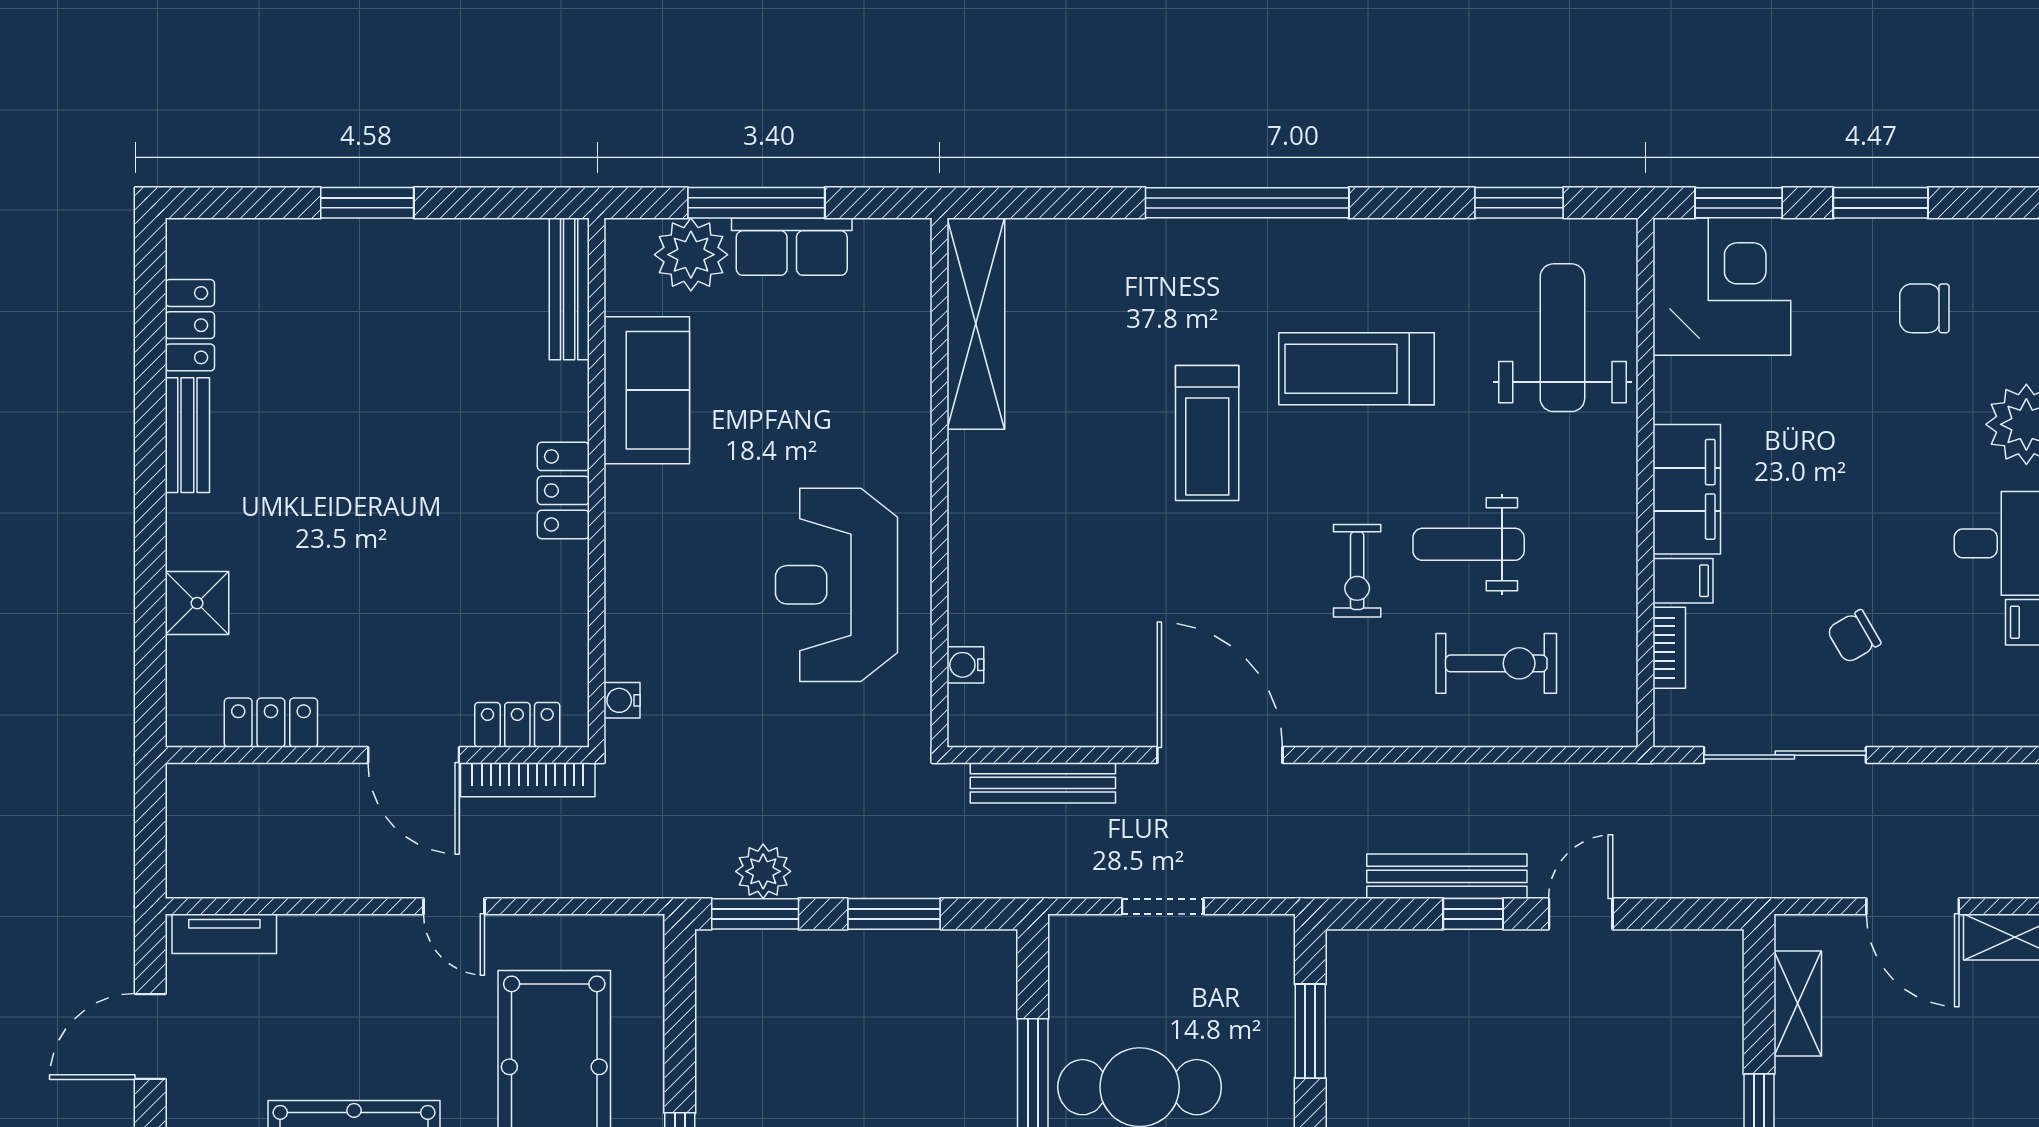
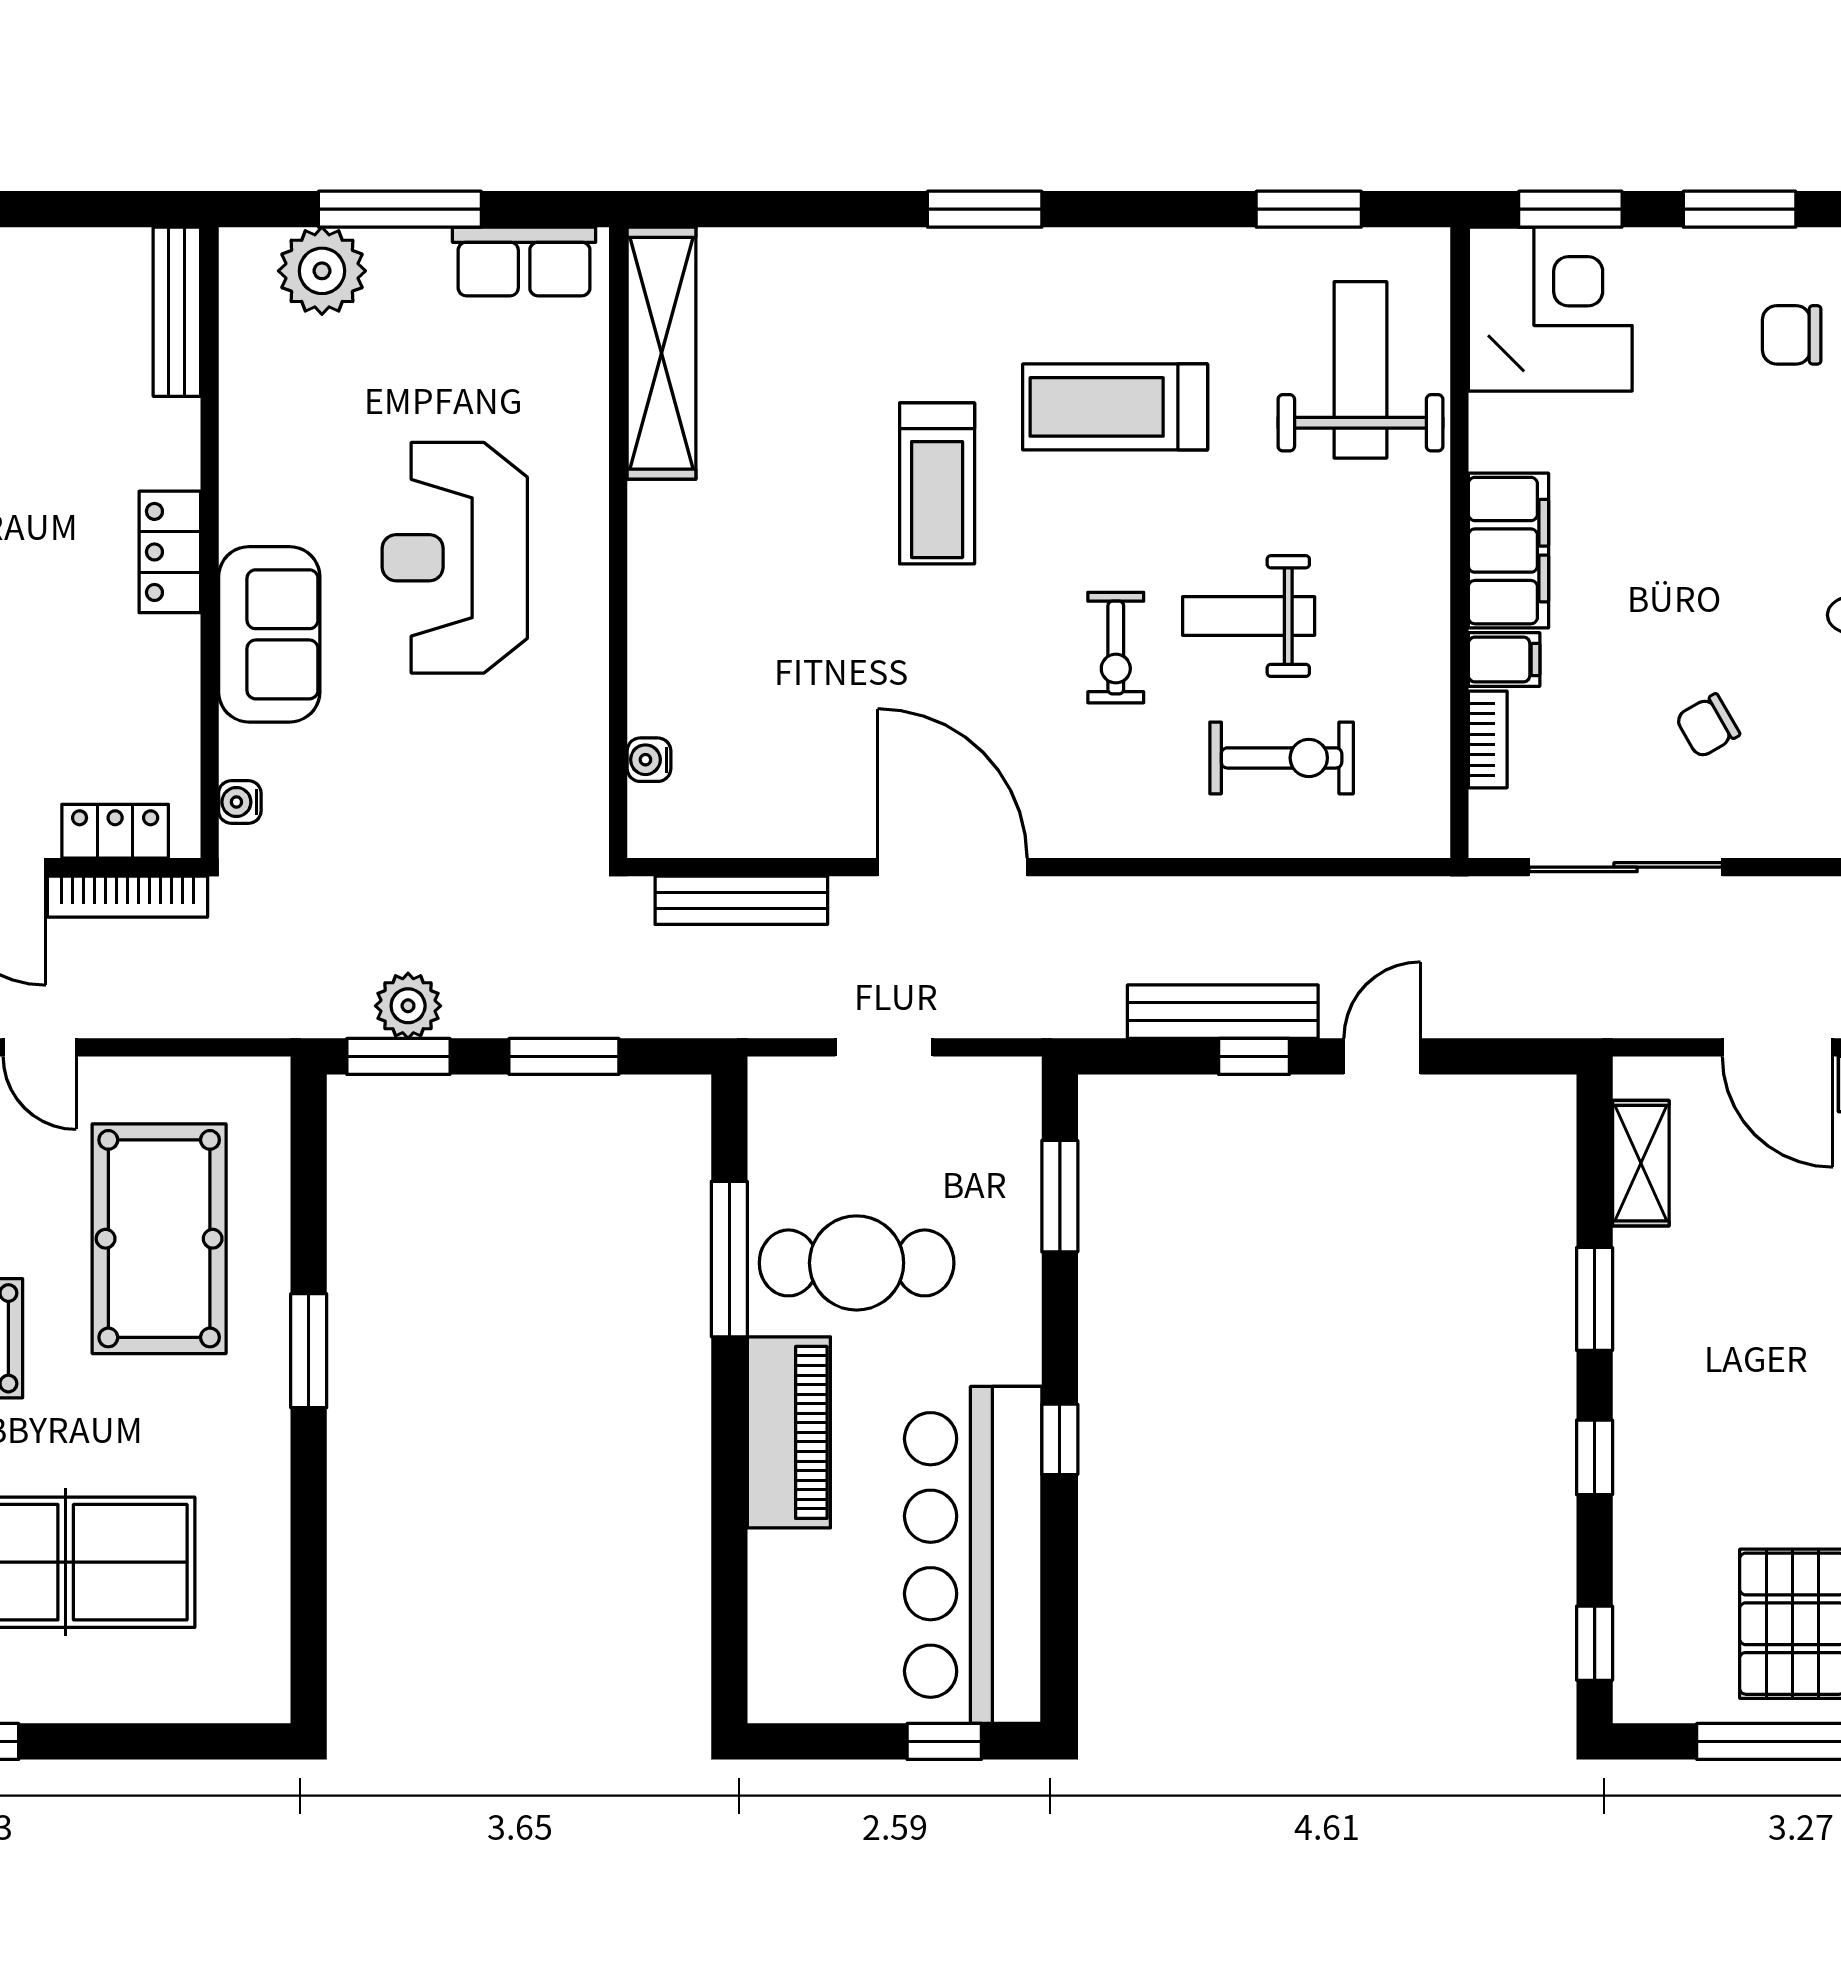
window: (1247, 203) -> (985, 209), width x0.47
row of seats: (792, 247) -> (524, 261), moved
sofa: (647, 390) -> (269, 634), moved
reception desk: (836, 585) -> (455, 558), moved

